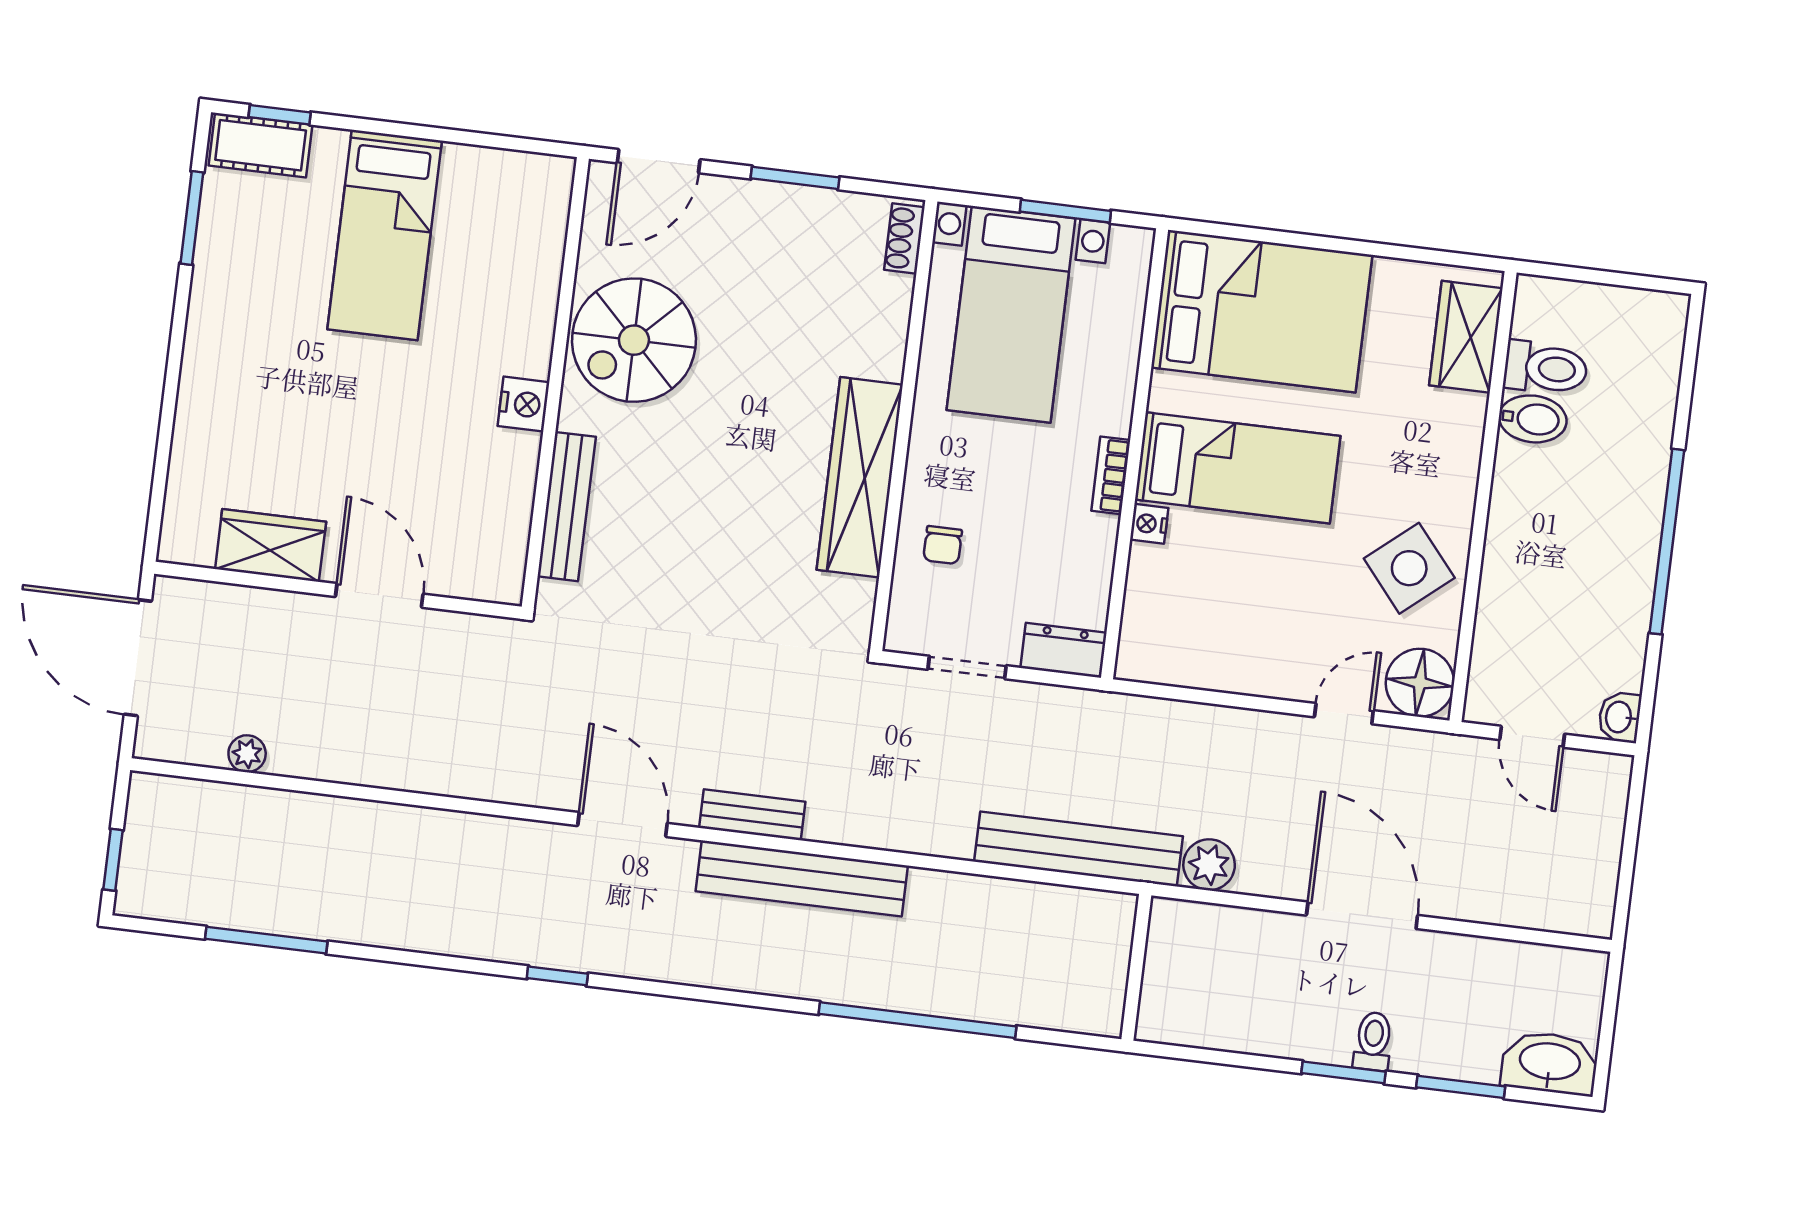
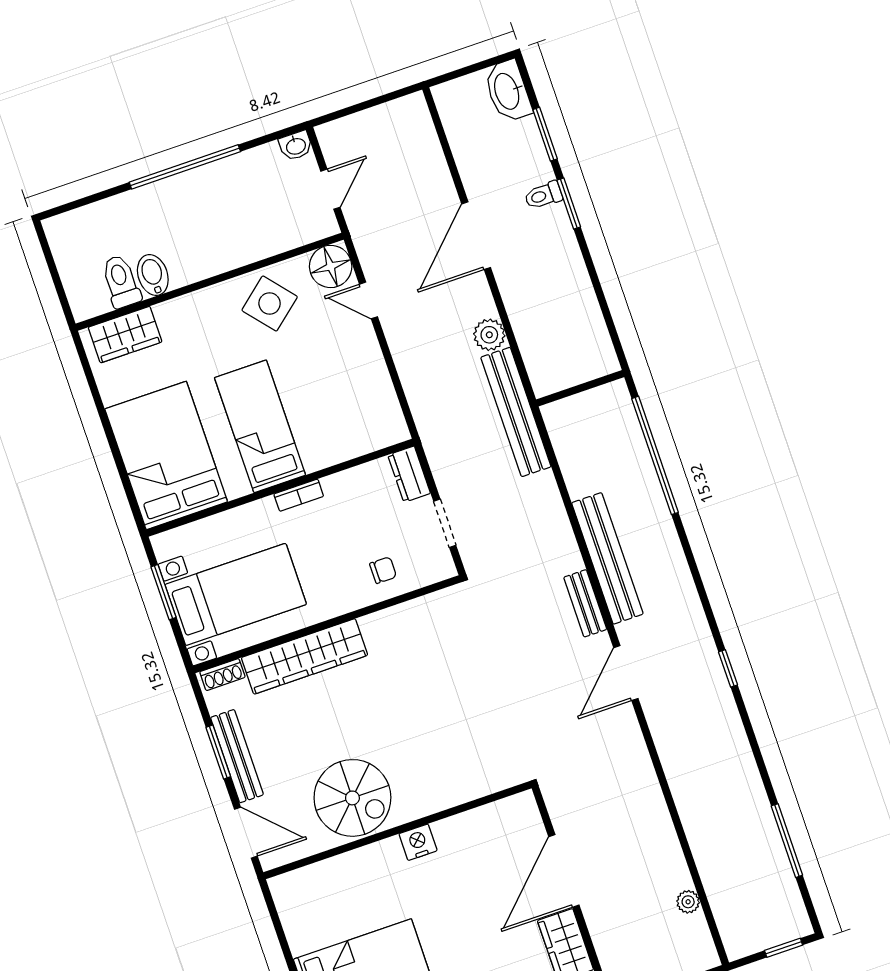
wardrobe: (860, 477) -> (305, 656), moved
bench: (567, 507) -> (237, 756), moved, turned 90
nightstand: (1149, 524) -> (315, 461), removed
door: (379, 595) -> (564, 871), width x1.36
wall: (1136, 967) -> (580, 388), moved

